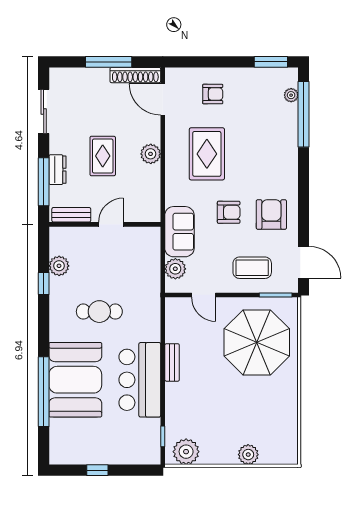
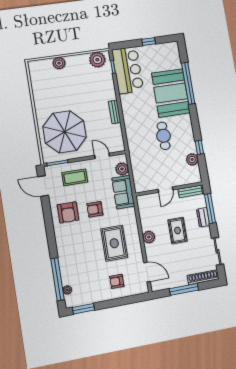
shoe rack: (135, 75) -> (203, 277), moved
cafe table: (99, 312) -> (163, 136), turned 90
bar counter: (140, 380) -> (128, 70), moved

